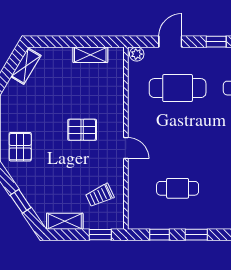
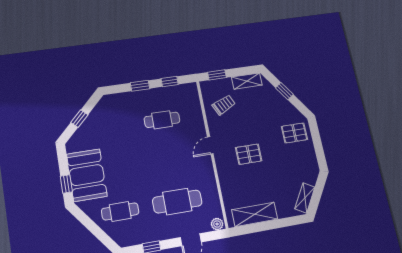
shelving: (90, 55) -> (255, 214), width x1.50, depth x1.33
pallet: (20, 147) -> (294, 133), turned 90
door: (126, 148) -> (210, 145), hinge flipped

